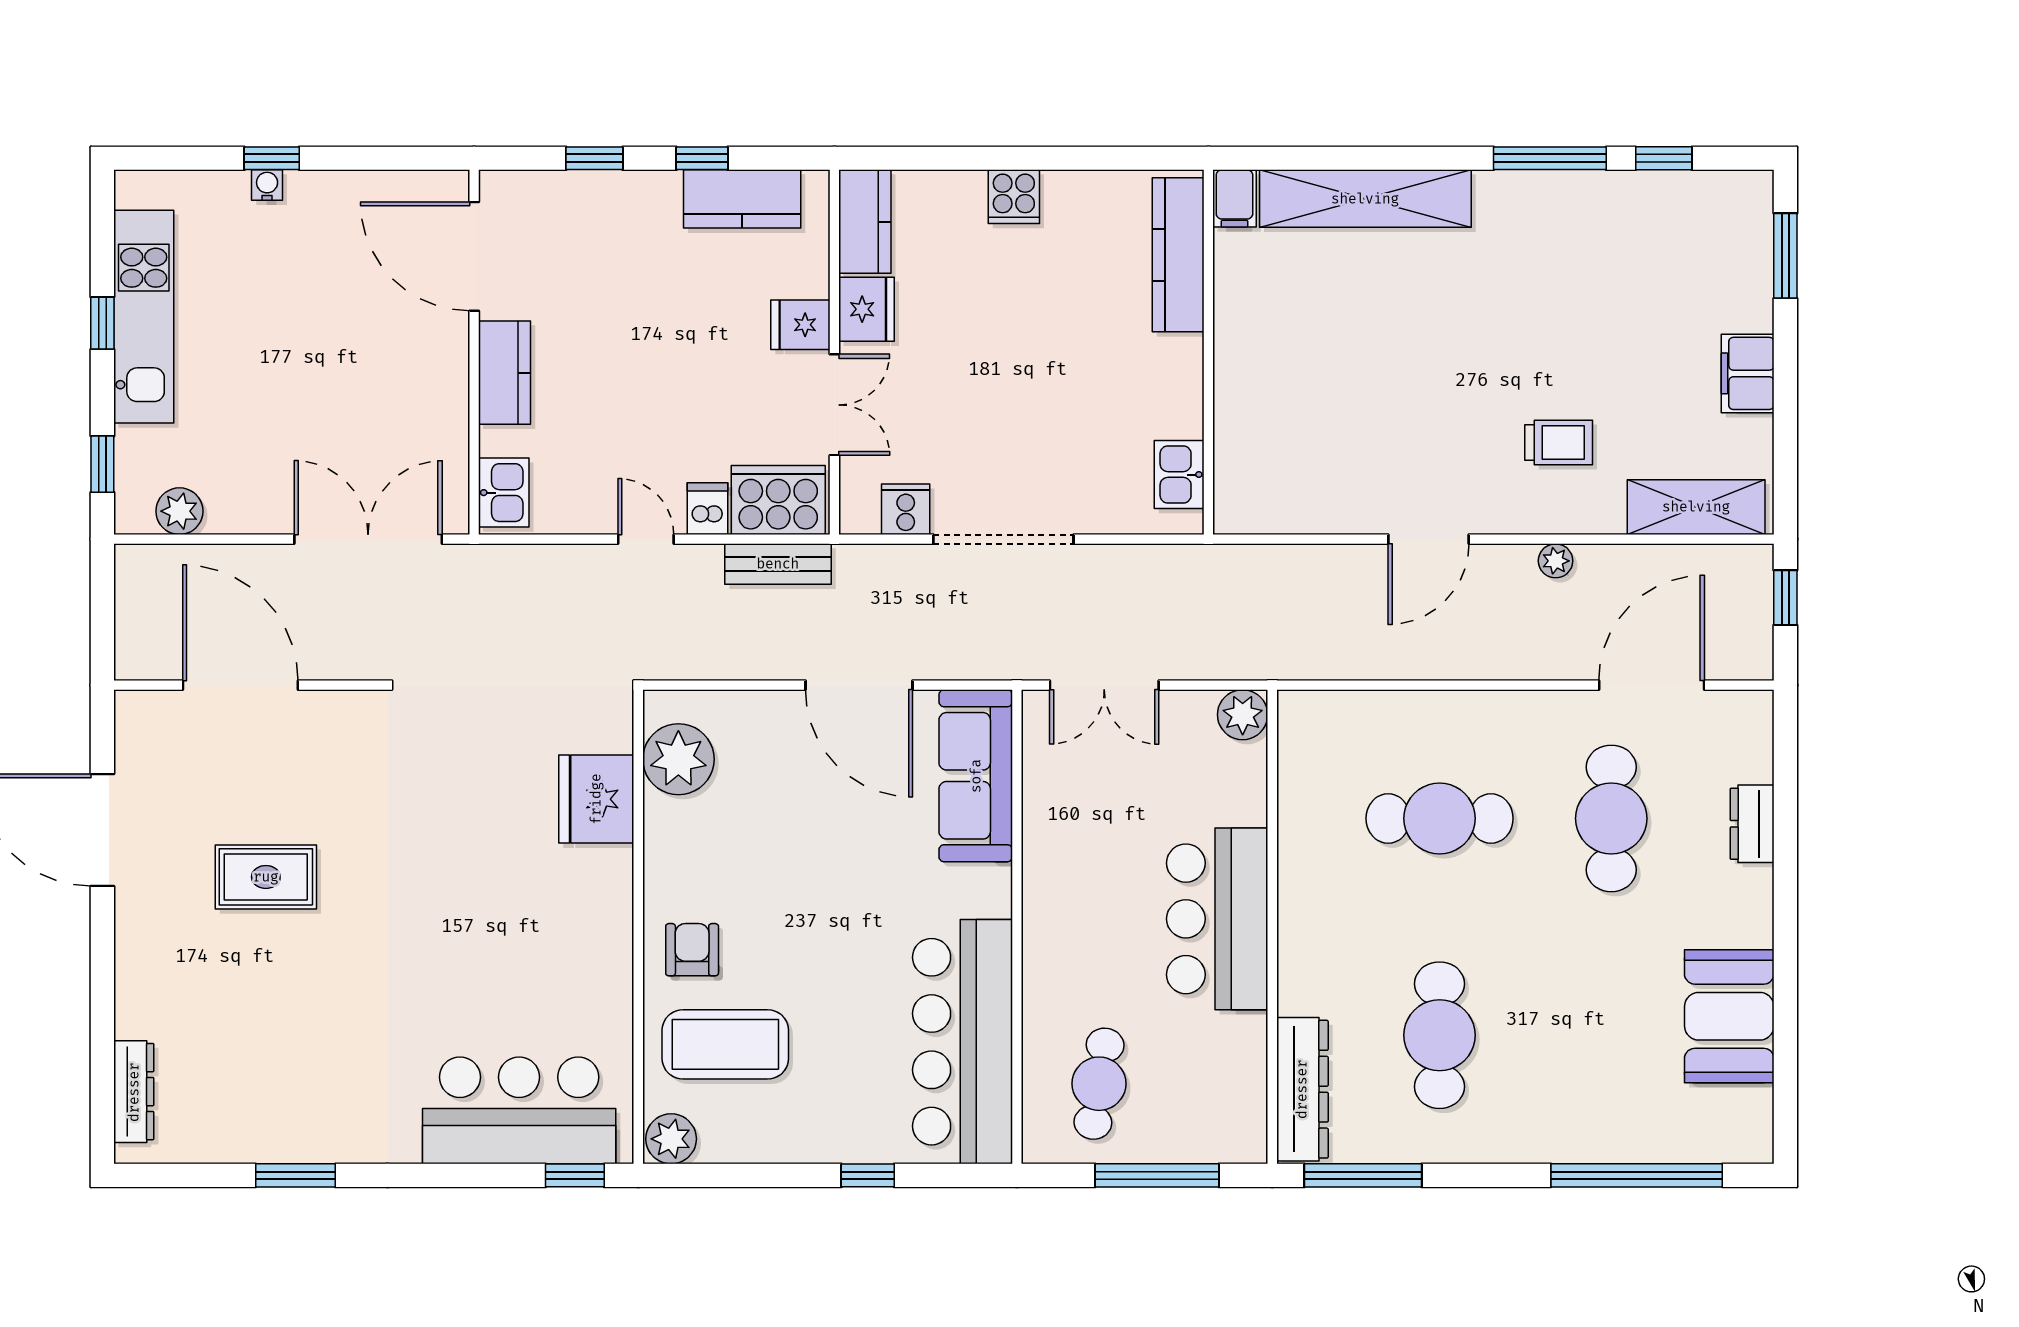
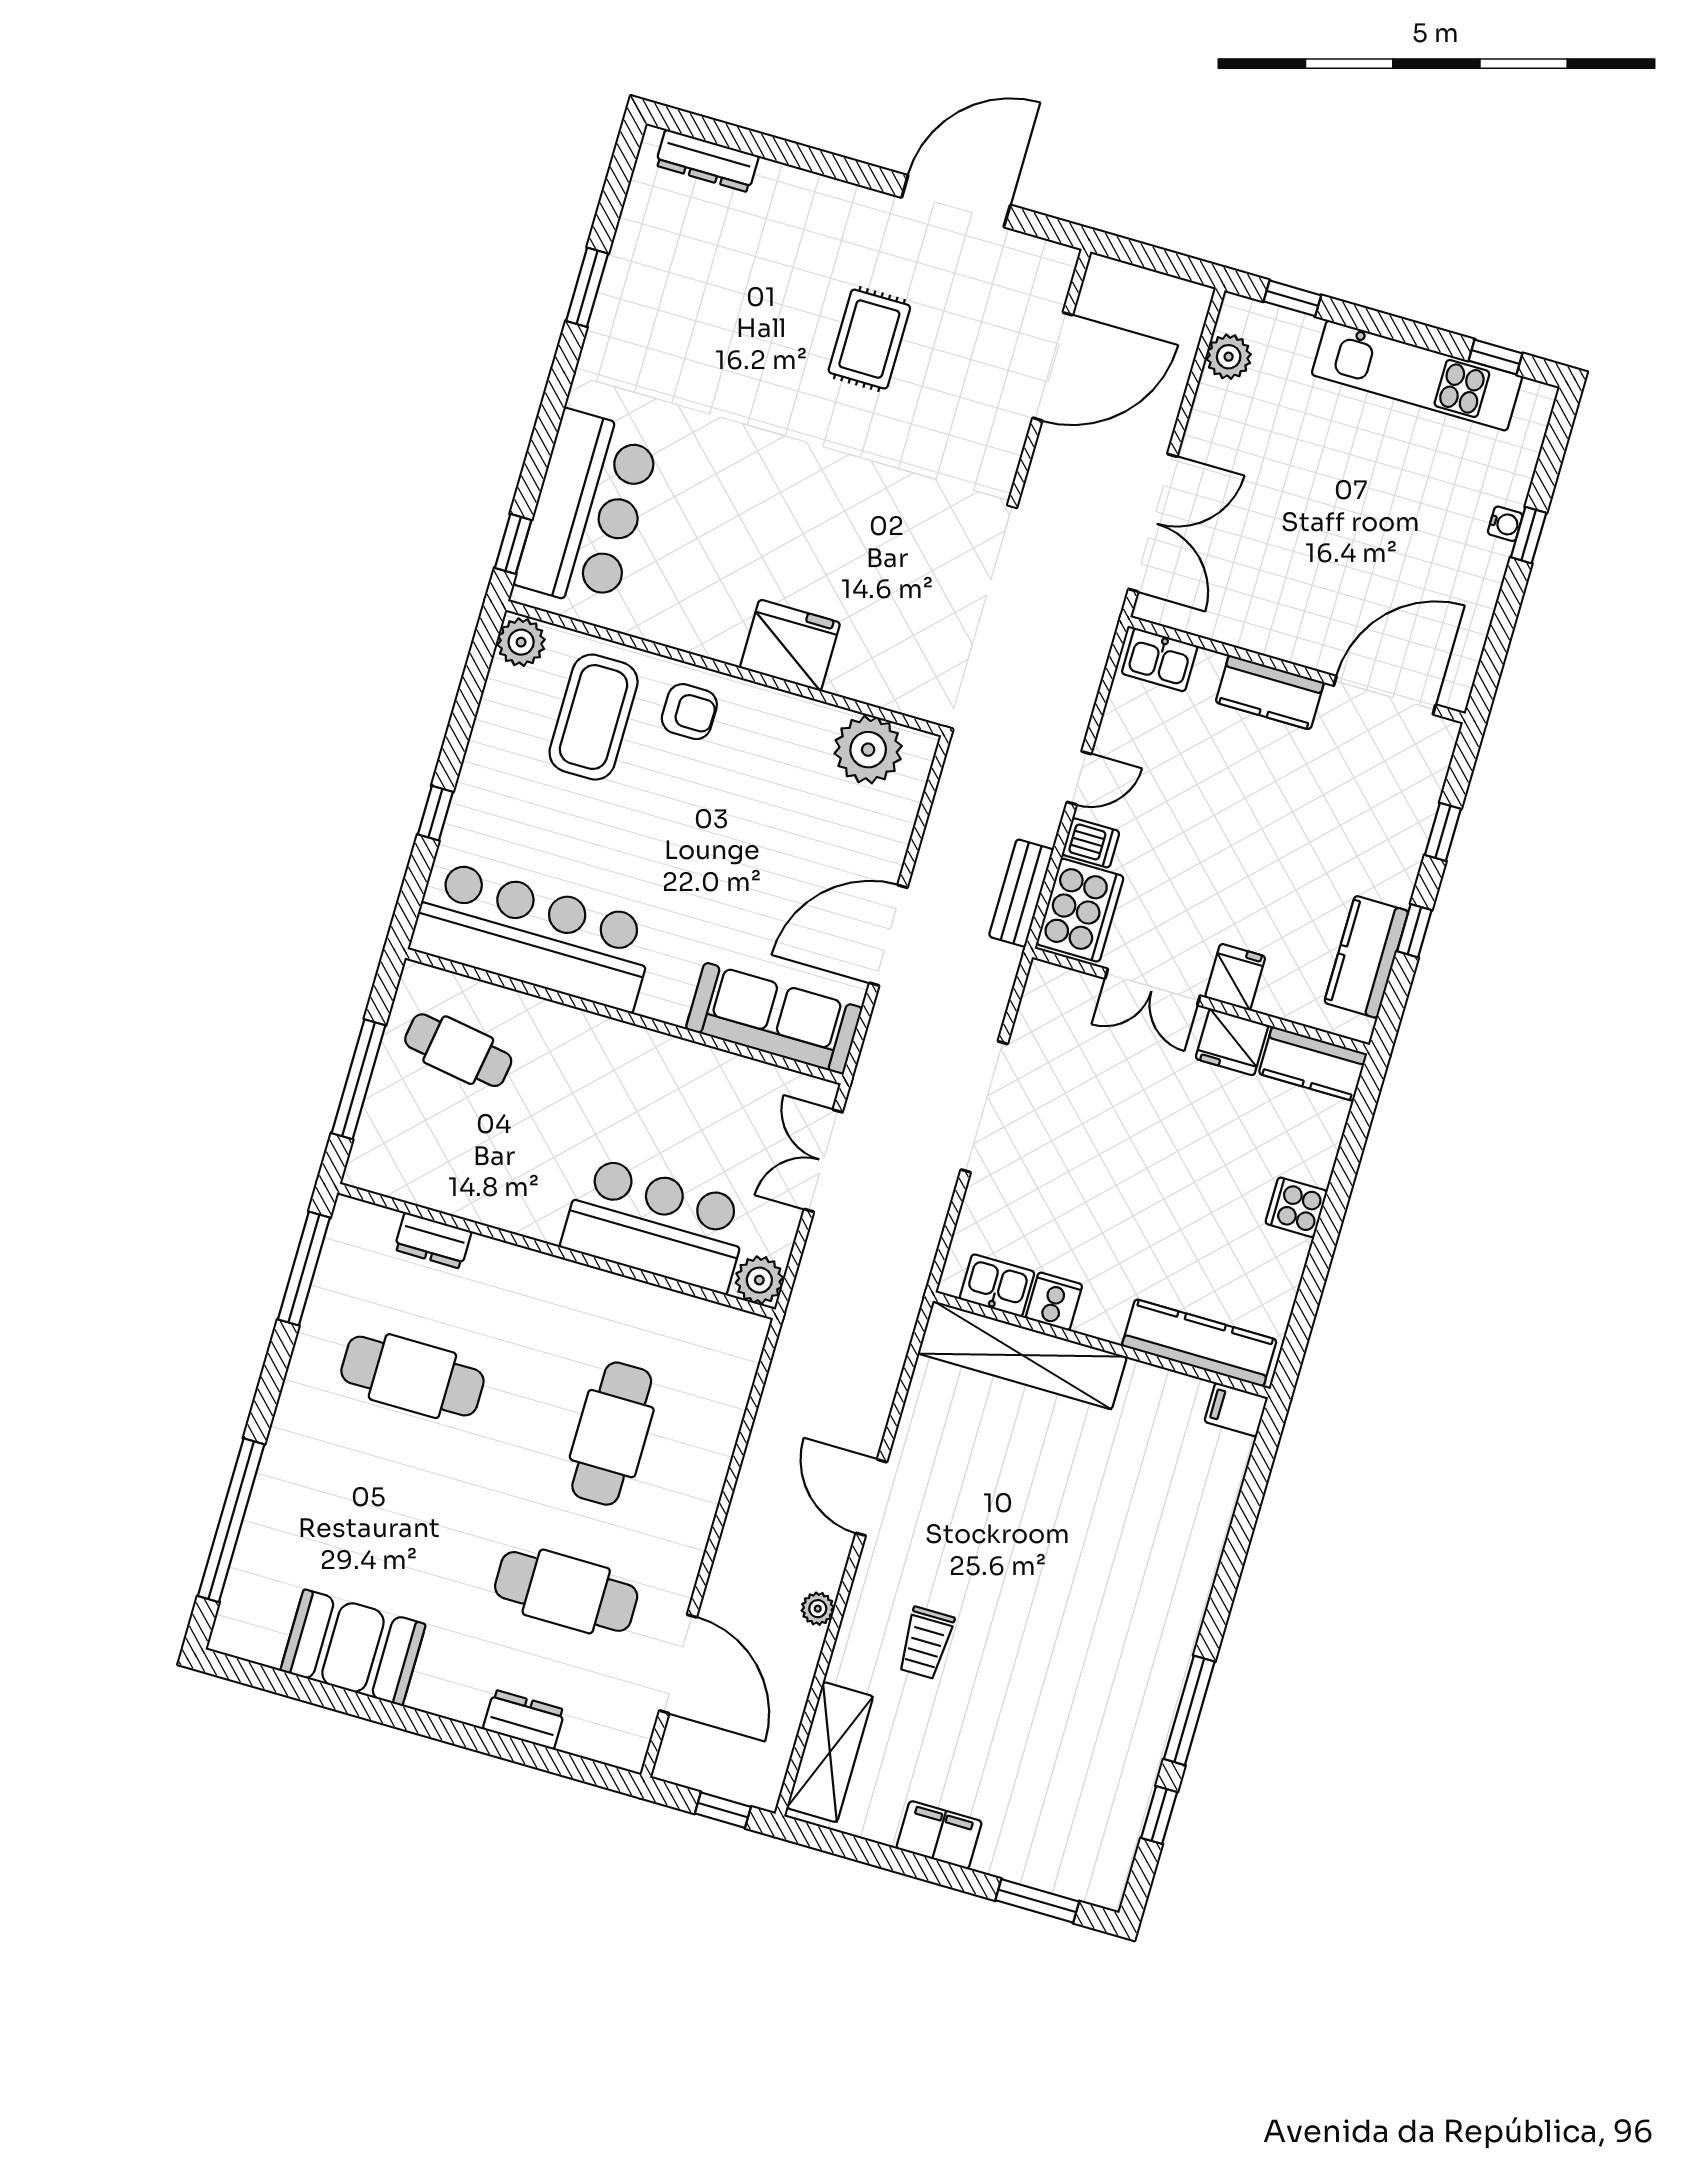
shelving: (1365, 199) -> (1022, 1355), moved, turned 90
window: (102, 323) -> (1496, 357), moved
cooker: (906, 509) -> (1054, 1301), moved, turned -90
fridge: (596, 799) -> (790, 645), moved
bar counter: (1217, 919) -> (656, 1225), moved
dresser: (1302, 1089) -> (433, 1240), width x0.51, depth x0.80

